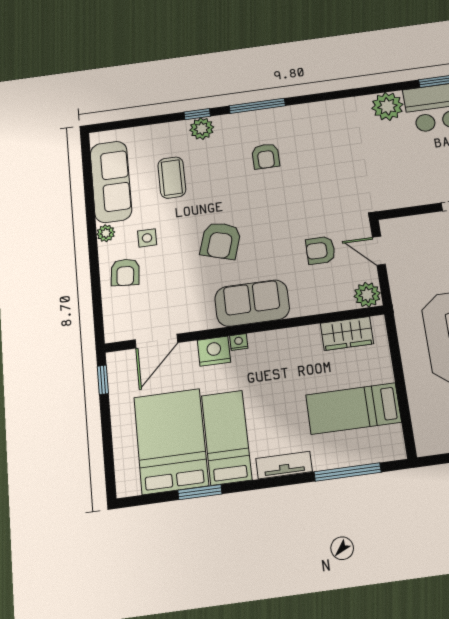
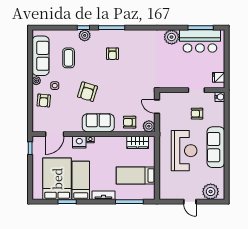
armchair: (320, 250) -> (130, 122), moved

